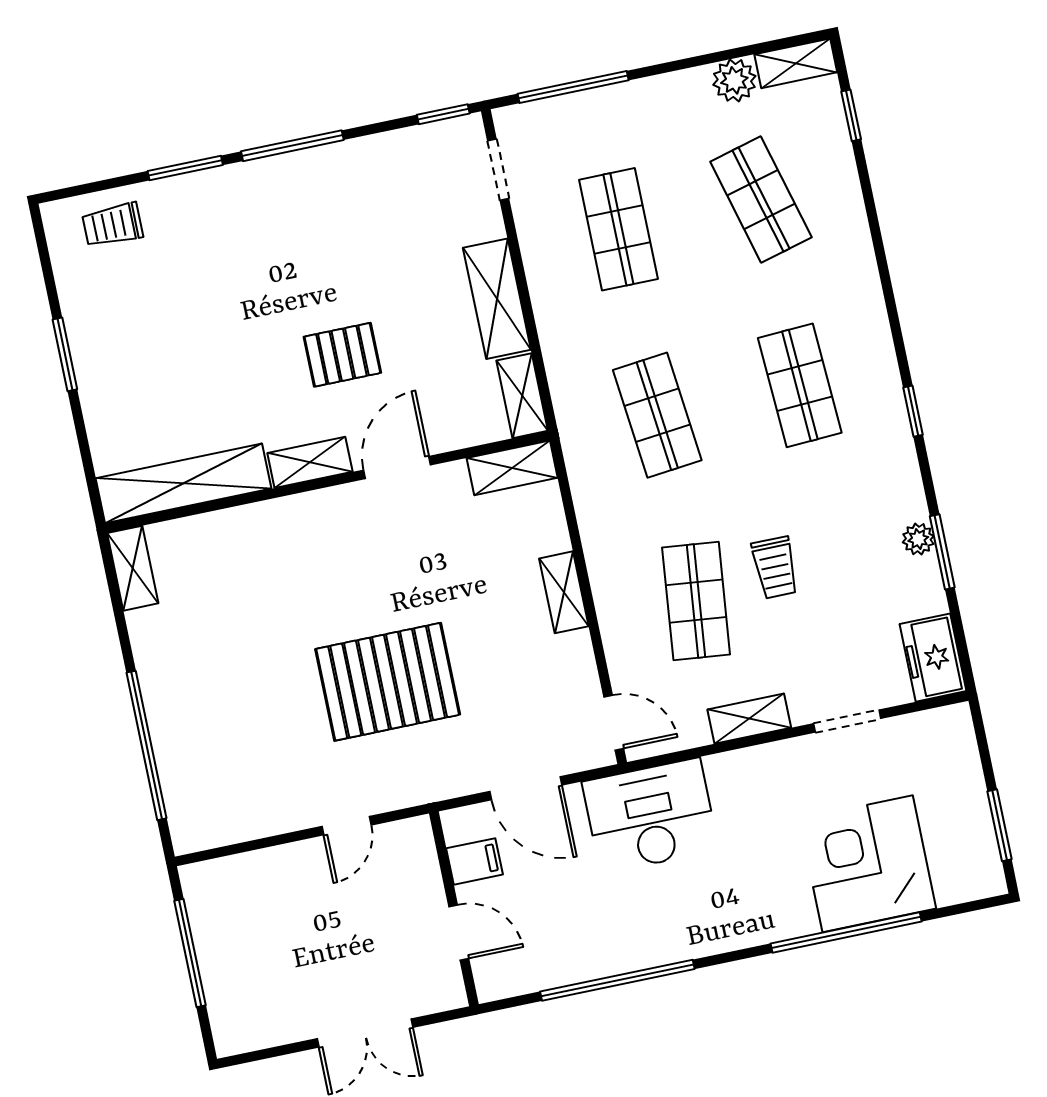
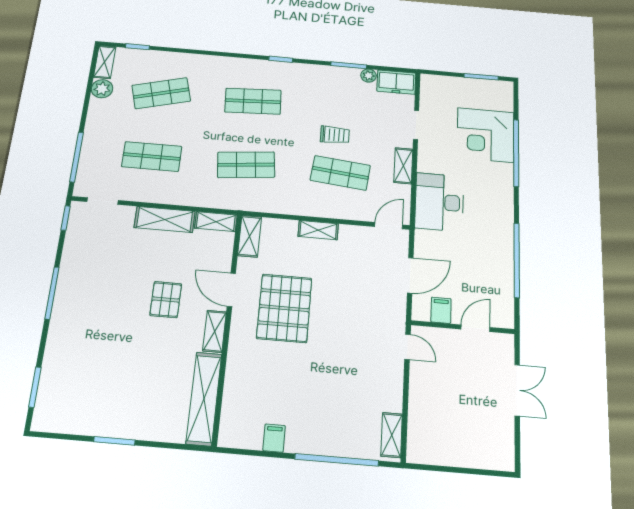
window: (185, 168) -> (35, 387), moved
trolley: (113, 225) -> (56, 395), removed
plant: (918, 539) -> (369, 76), moved
shelving: (133, 568) -> (392, 435), moved, turned 90
filing cabinet: (152, 627) -> (274, 438), added
pallet: (388, 682) -> (284, 308), moved
desk: (650, 816) -> (439, 202), moved
door: (346, 826) -> (408, 347), moved
window: (190, 953) -> (454, 470), removed

